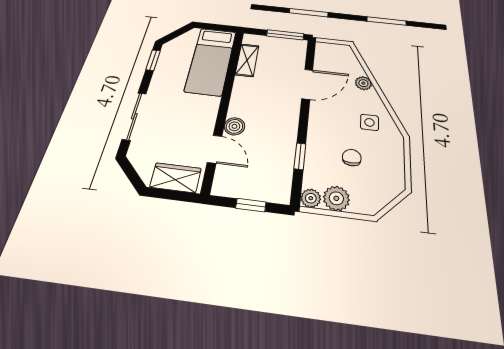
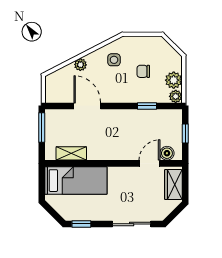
boiler: (234, 126) -> (167, 153), moved

